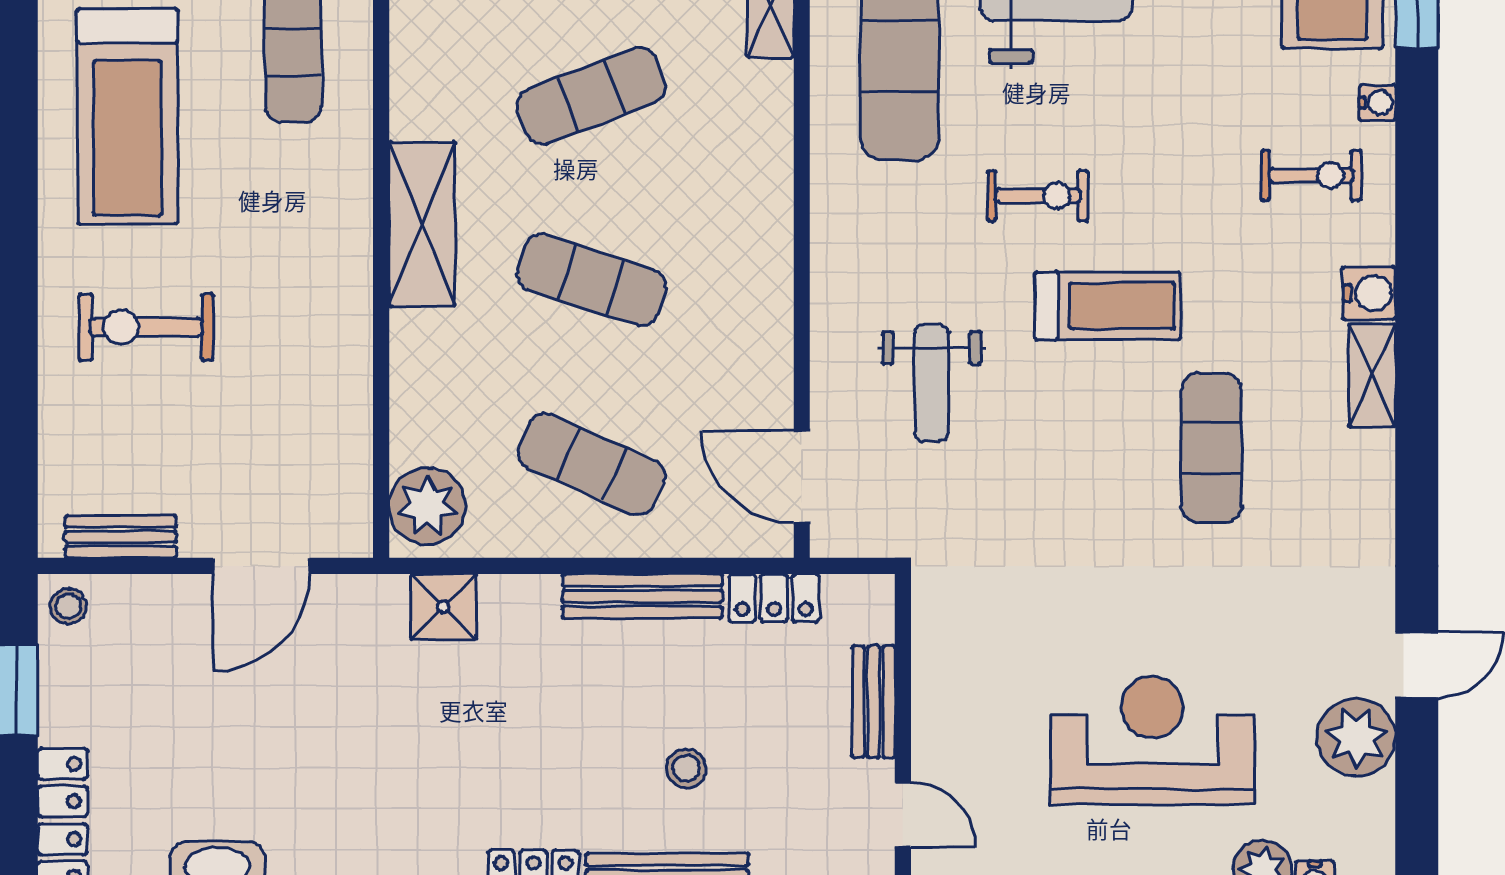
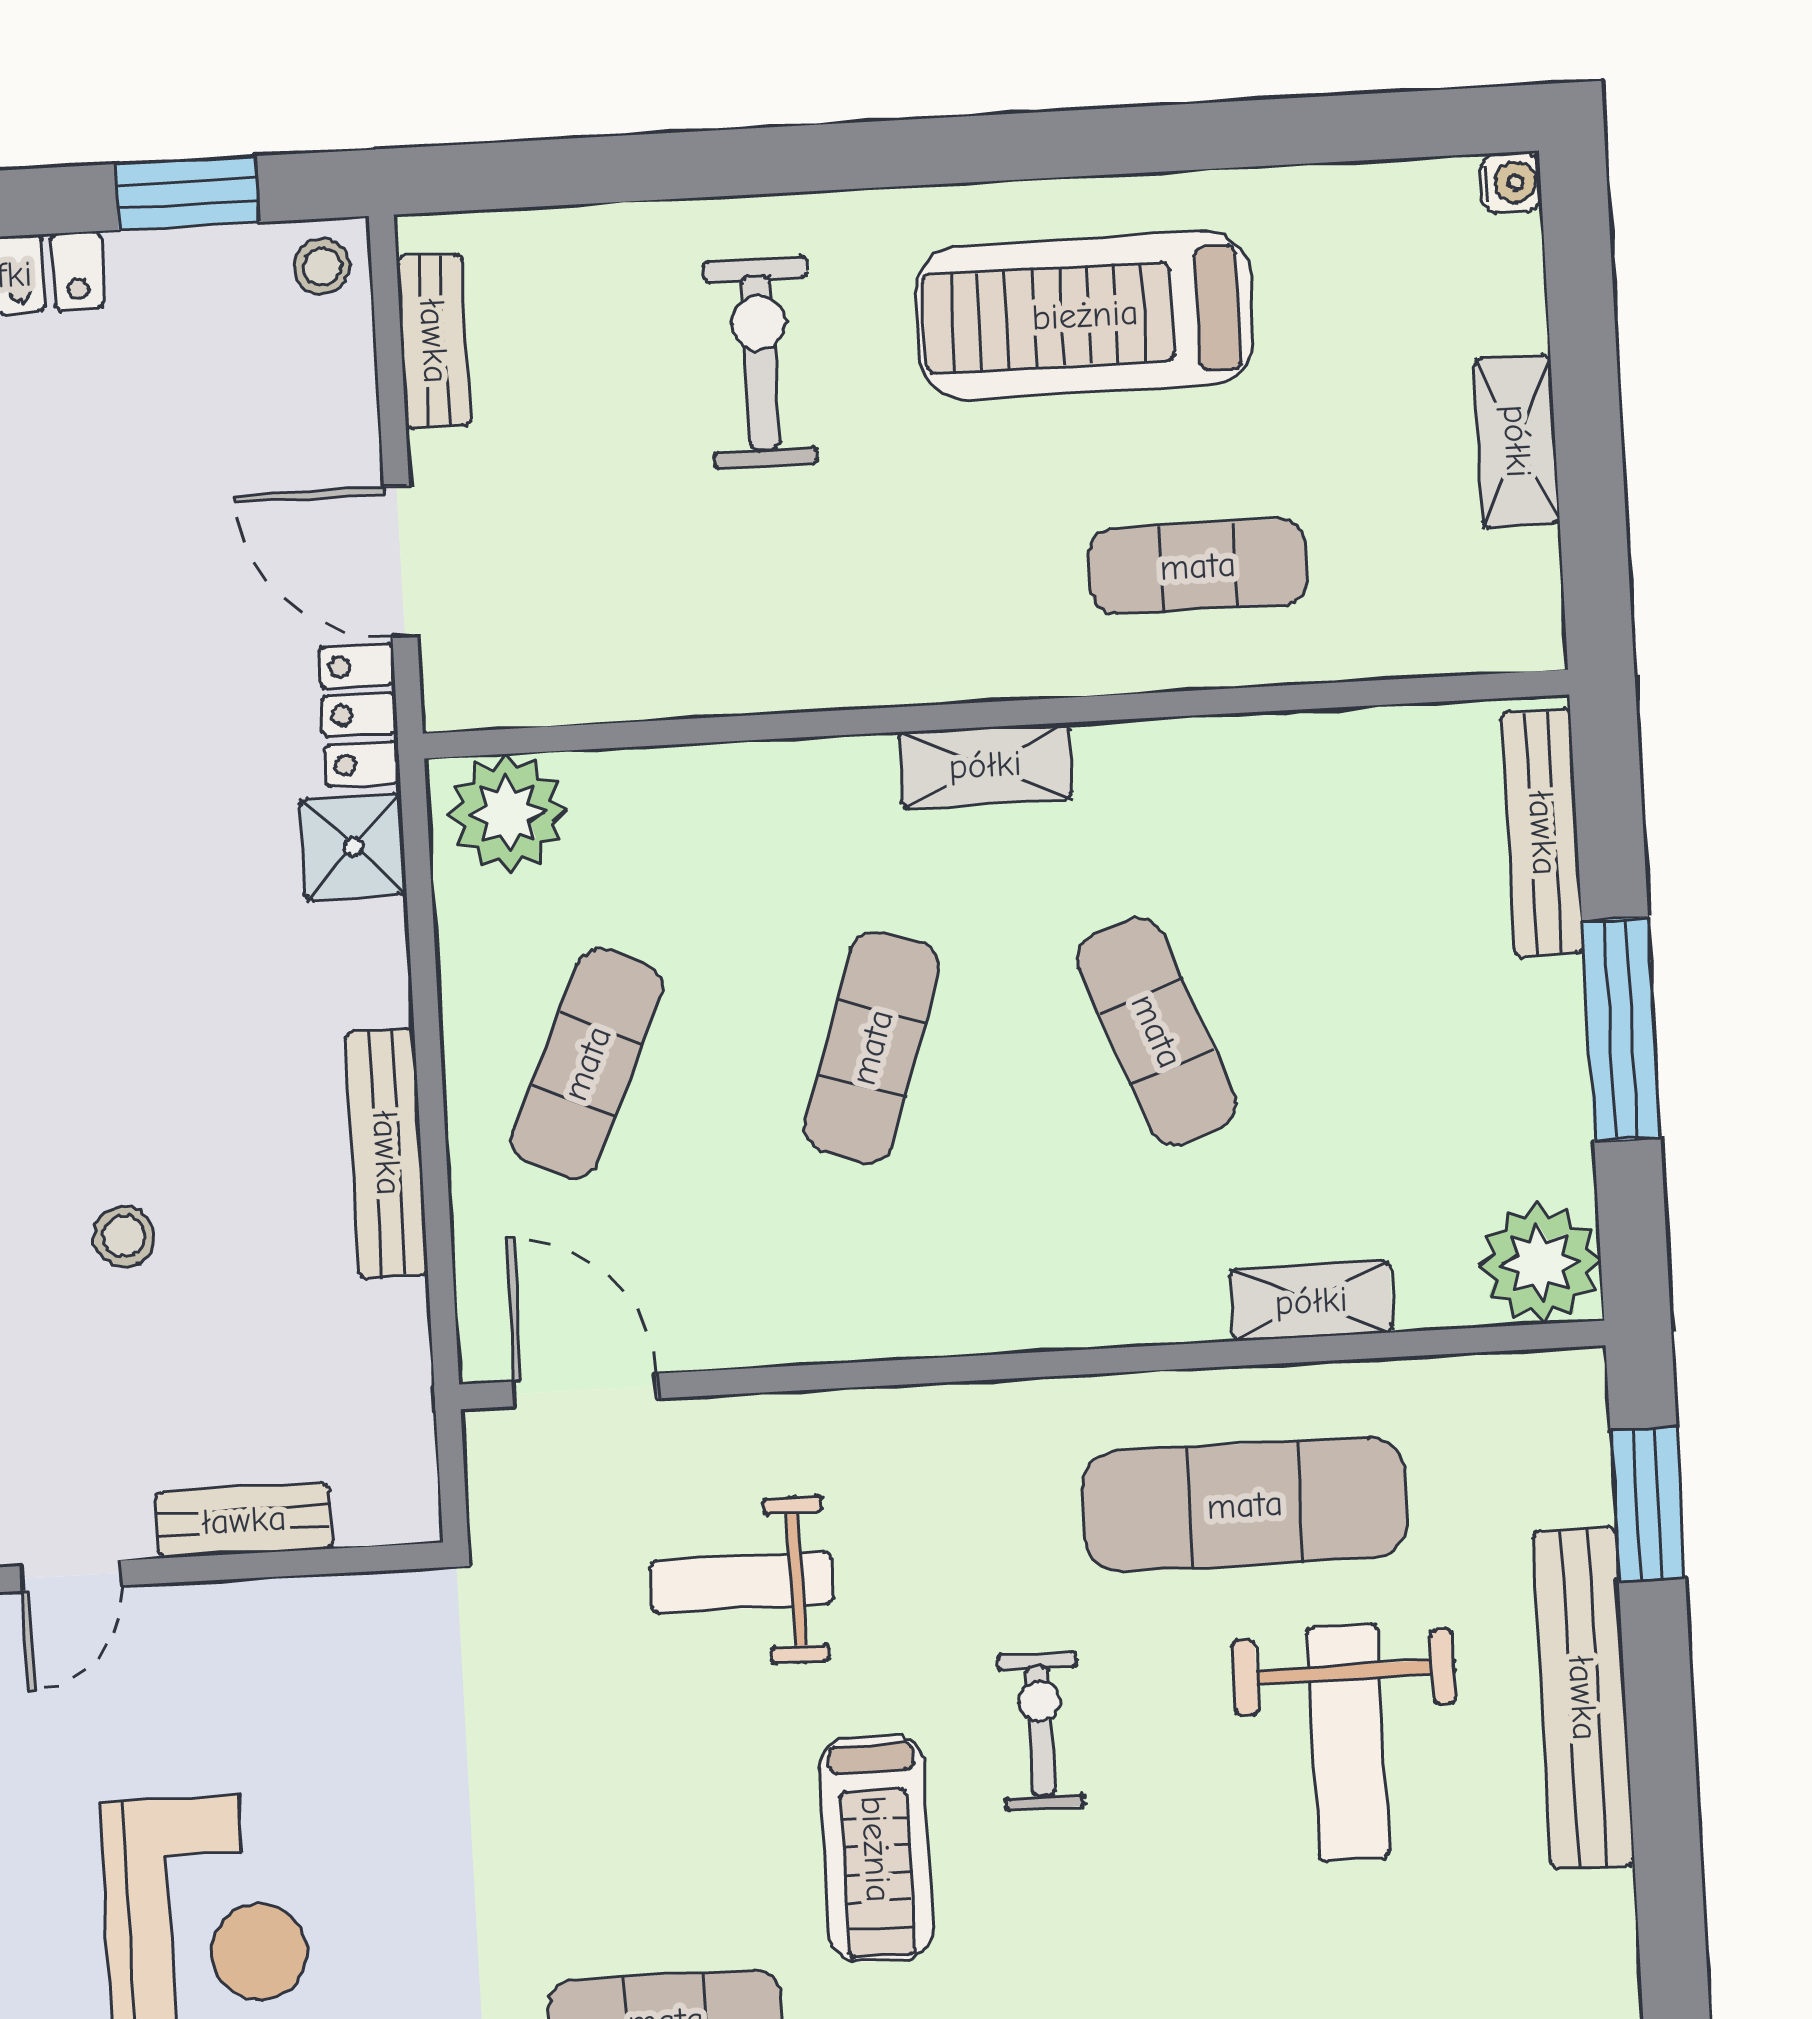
exercise bike: (1038, 196) -> (1041, 1731), turned 180
shelving: (422, 224) -> (985, 765), width x0.67, depth x0.75
door: (802, 477) -> (585, 1390), hinge flipped
locker: (774, 598) -> (359, 715), moved

